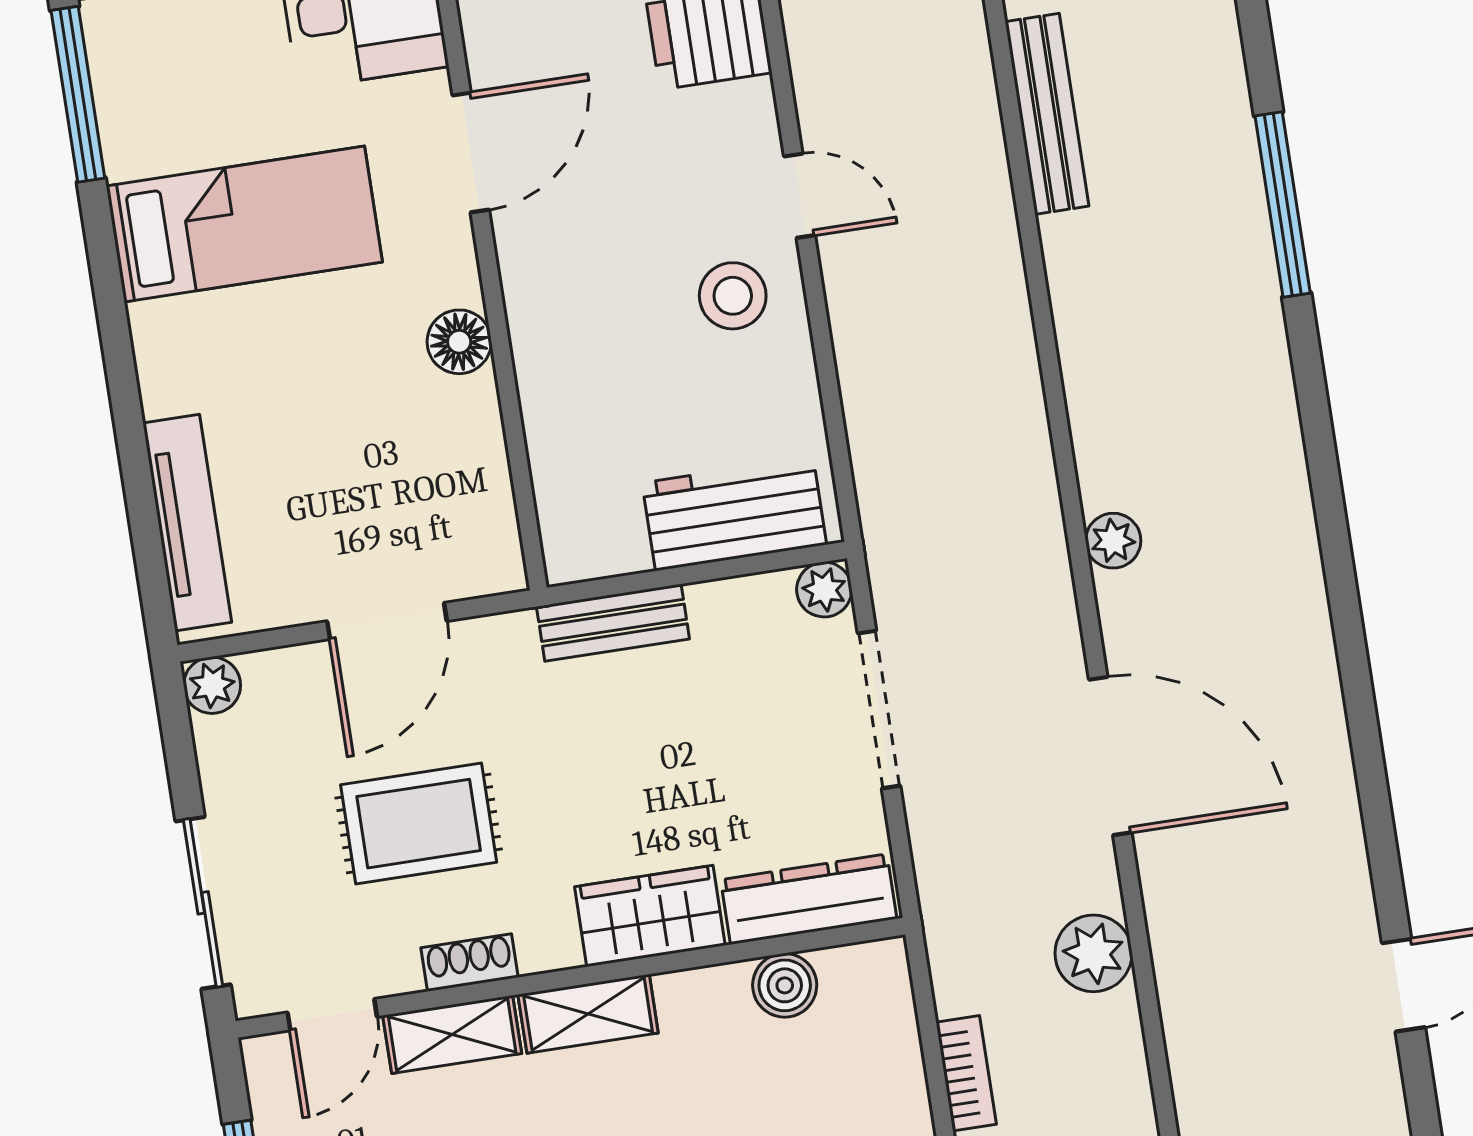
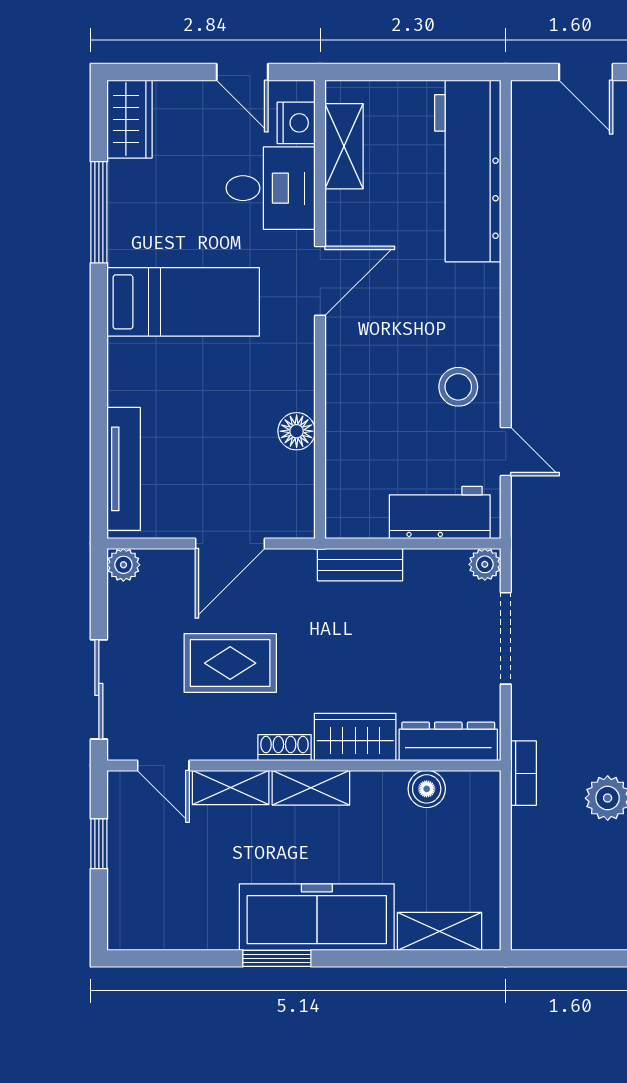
door: (799, 196) -> (506, 452), moved
floor lamp: (459, 342) -> (297, 431), moved
shoe rack: (470, 962) -> (284, 748), moved
door: (332, 1015) -> (163, 765), hinge flipped
bookcase: (966, 1073) -> (523, 773), moved

